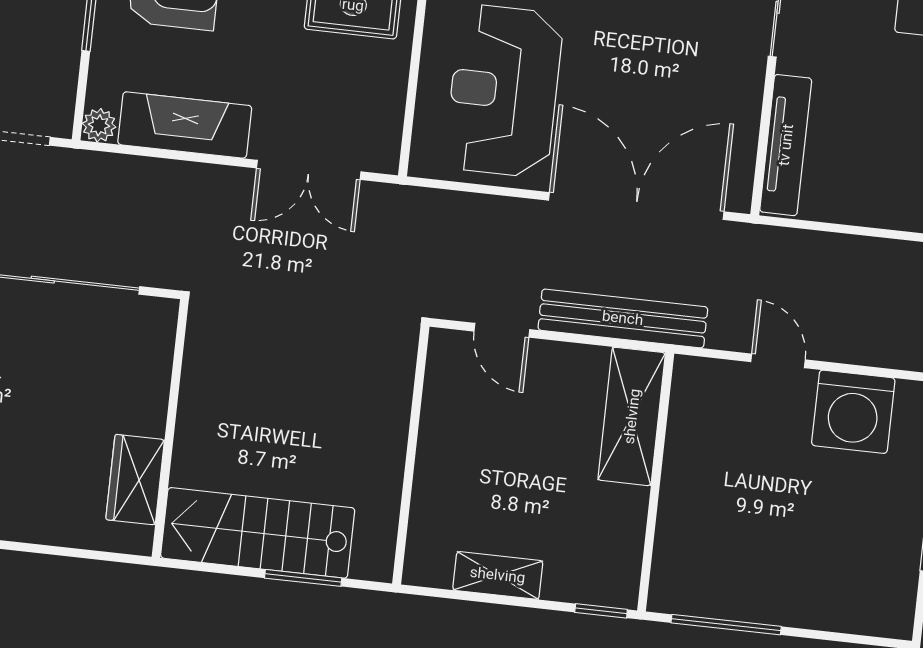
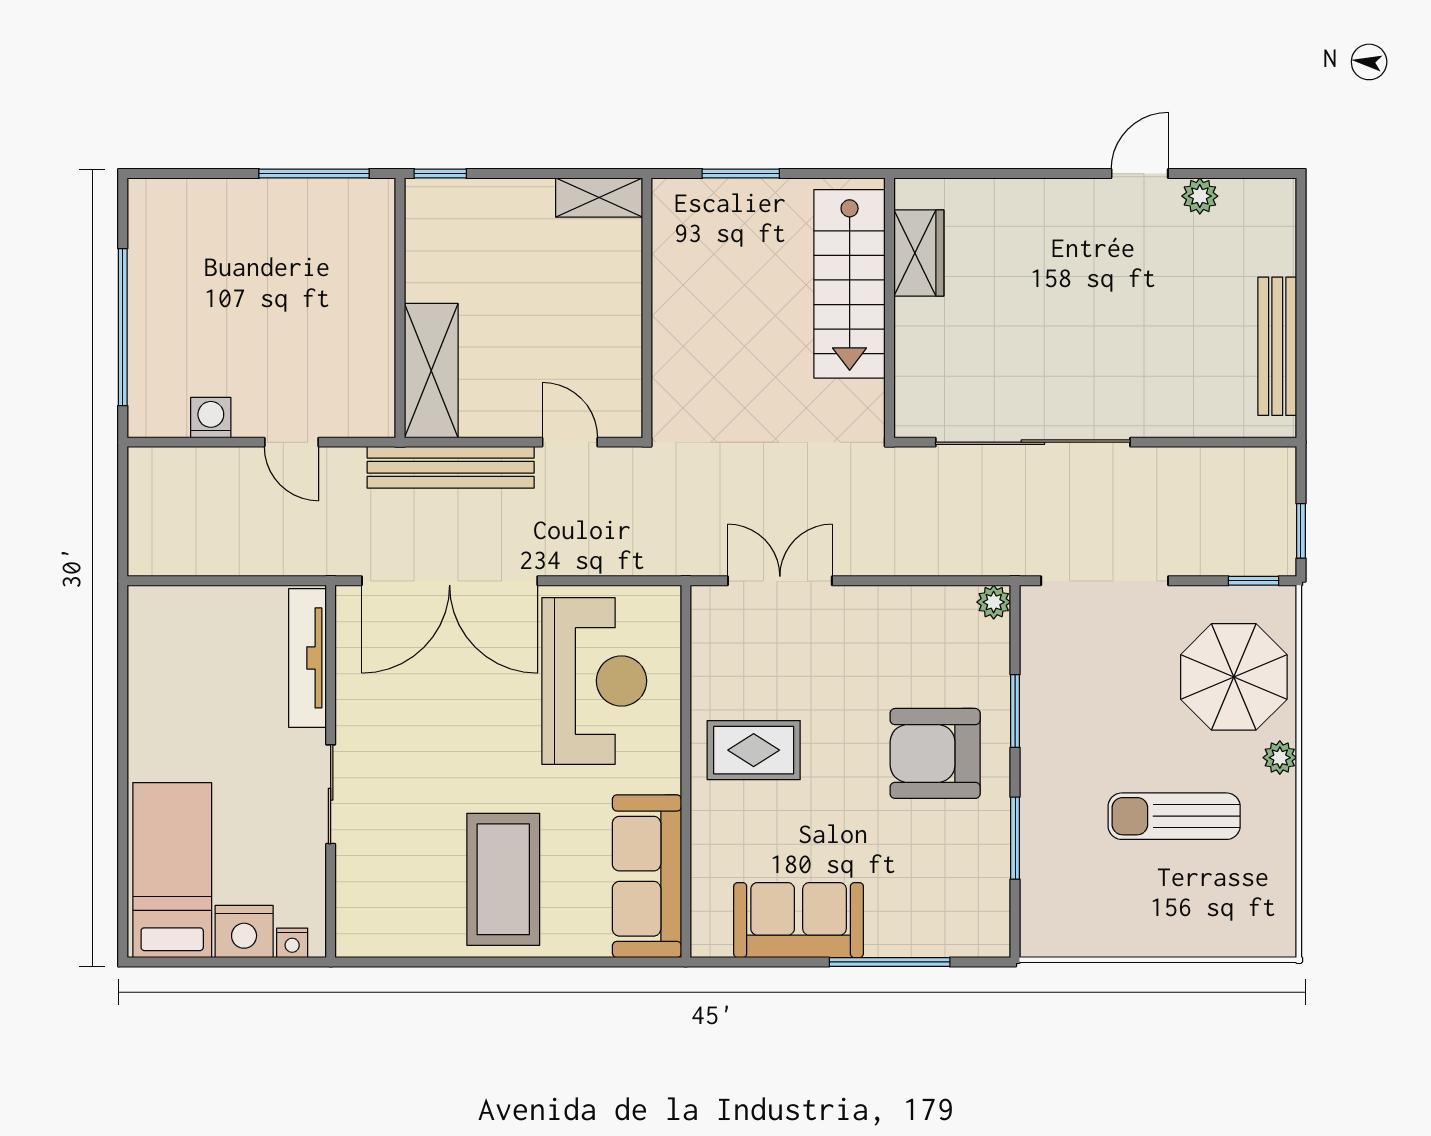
fireplace: (185, 125) -> (908, 612), removed
washing machine: (853, 412) -> (211, 418), width x0.53, depth x0.53
stairs: (258, 533) -> (850, 284), moved, turned 90
shelving: (498, 575) -> (599, 197), moved

